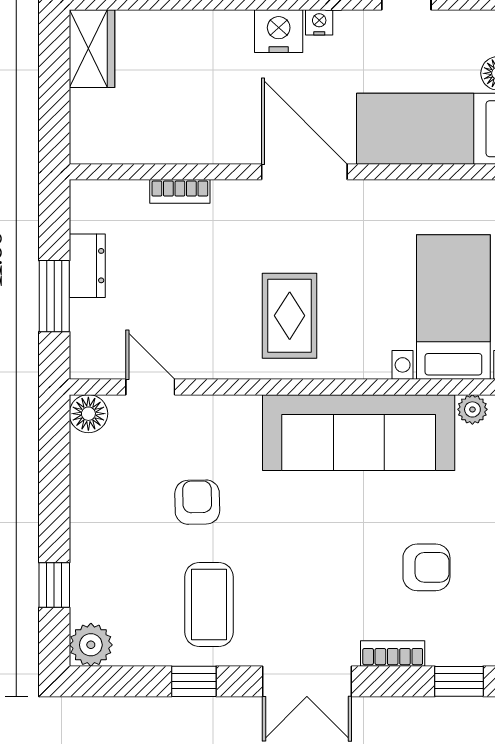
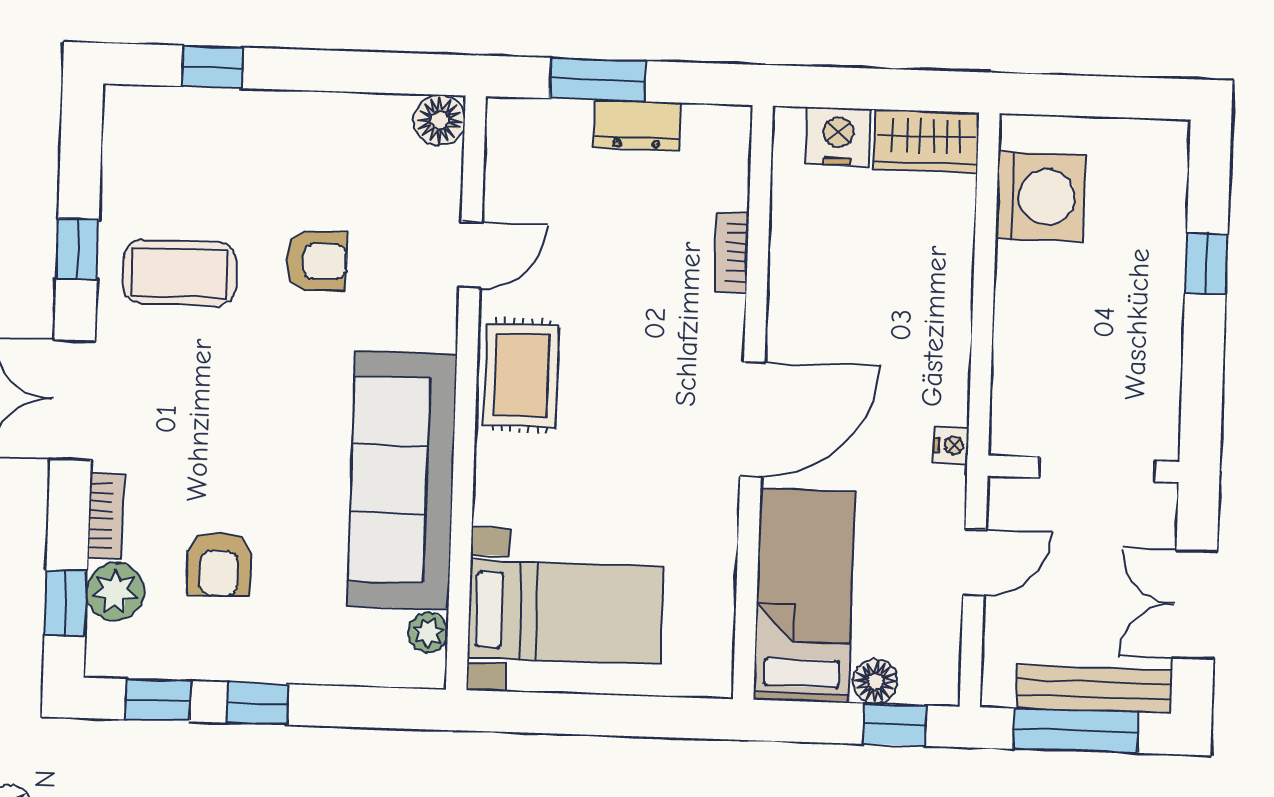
nightstand: (279, 31) -> (838, 137), moved, turned -90
rug: (290, 316) -> (521, 375), moved, turned 90
door: (150, 387) -> (470, 255), moved
plant: (91, 645) -> (115, 591), moved

